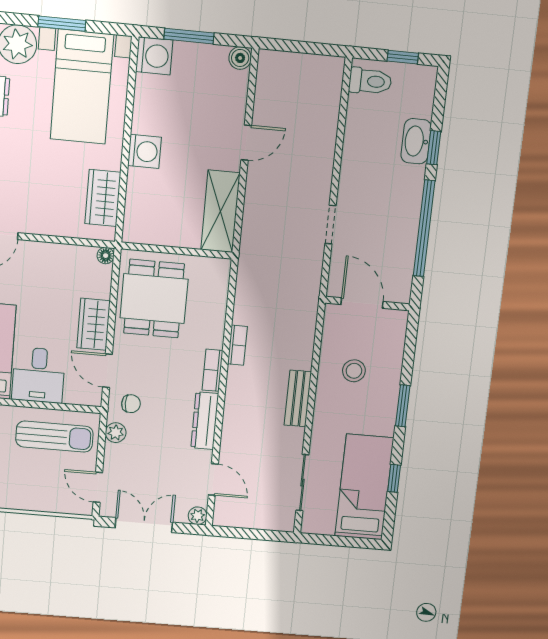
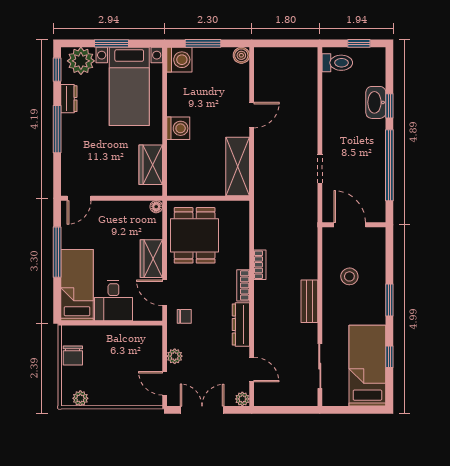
plant: (116, 433) -> (175, 356), moved
sun lounger: (54, 437) -> (129, 347), removed

